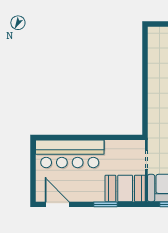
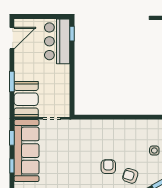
window: (52, 137) -> (72, 34), added
bar counter: (70, 154) -> (57, 41), width x0.73

